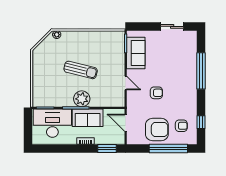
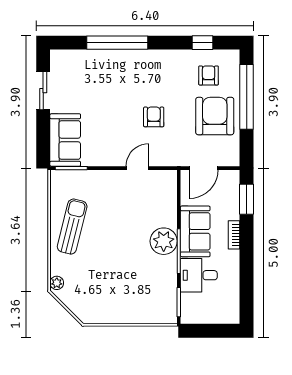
sofa: (136, 53) -> (65, 140), moved, turned 90
sun lounger: (81, 70) -> (72, 227), moved
desk: (52, 123) -> (199, 275), width x0.53, depth x0.77

